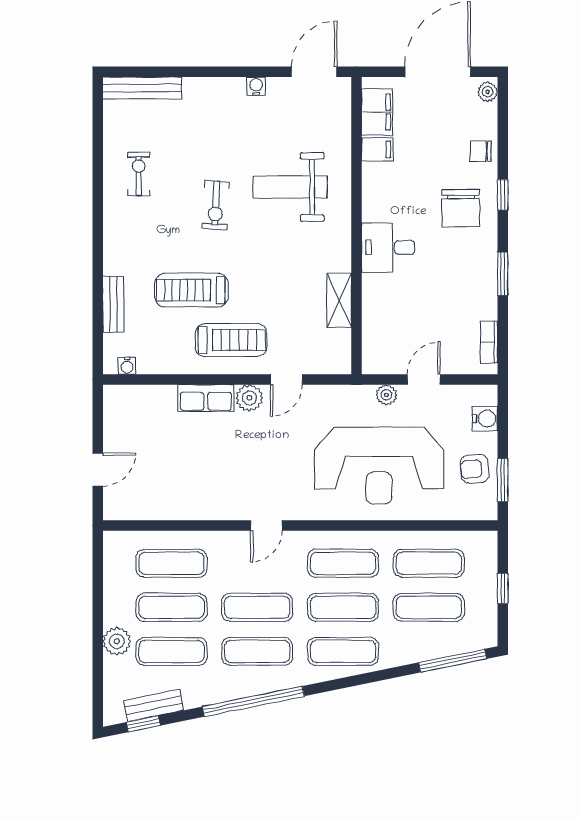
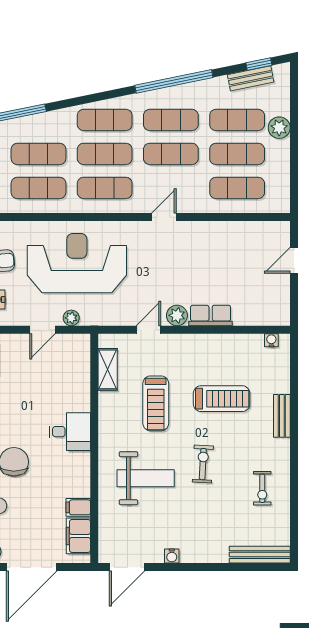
shelving: (339, 300) -> (108, 369), moved
bench: (113, 304) -> (282, 416), moved
treadmill: (231, 340) -> (156, 403), moved, turned -90

